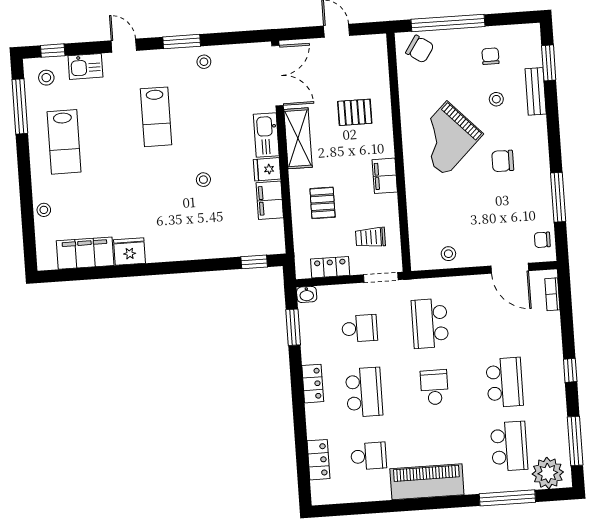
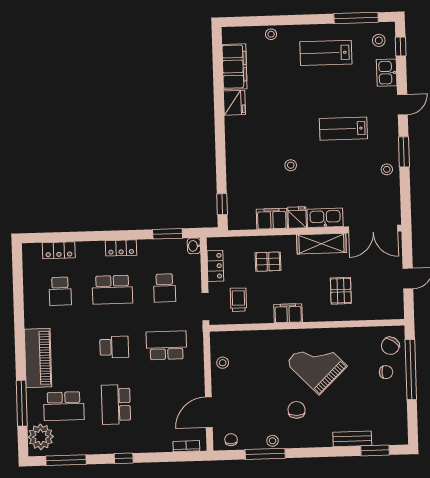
chair: (491, 56) -> (386, 372), moved
stool: (496, 99) -> (273, 441), moved
school desk: (505, 382) -> (116, 404), turned 90
piano: (427, 482) -> (38, 358), moved

